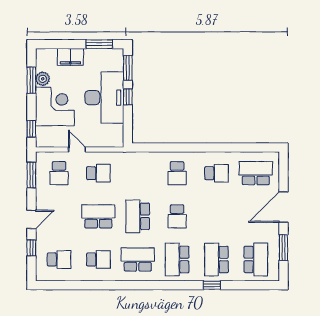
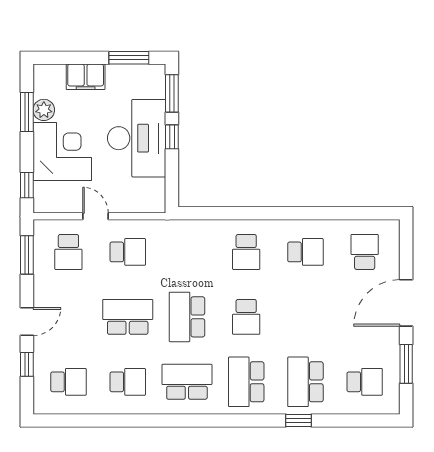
school desk: (256, 173) -> (365, 252), width x0.54
school desk: (256, 259) -> (365, 382), width x0.54

